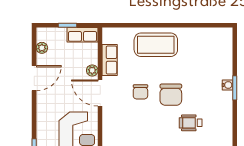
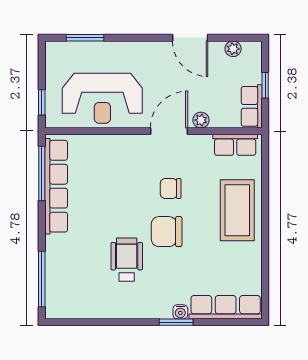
row of seats: (224, 53) -> (226, 307), added
row of seats: (110, 60) -> (235, 145), moved
wheelchair: (191, 123) -> (127, 260), width x1.36, depth x1.37

